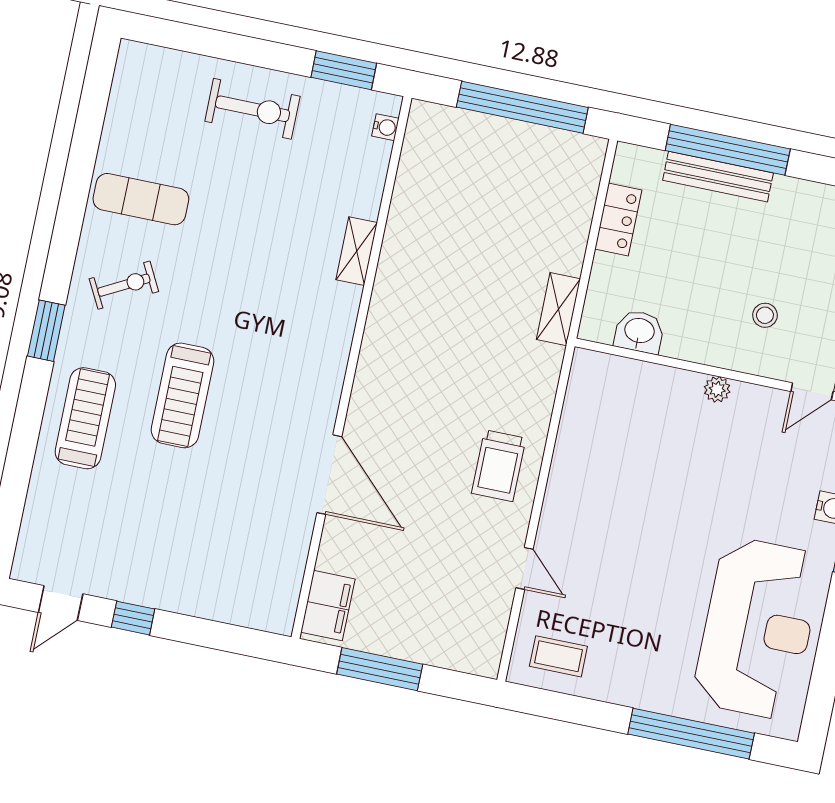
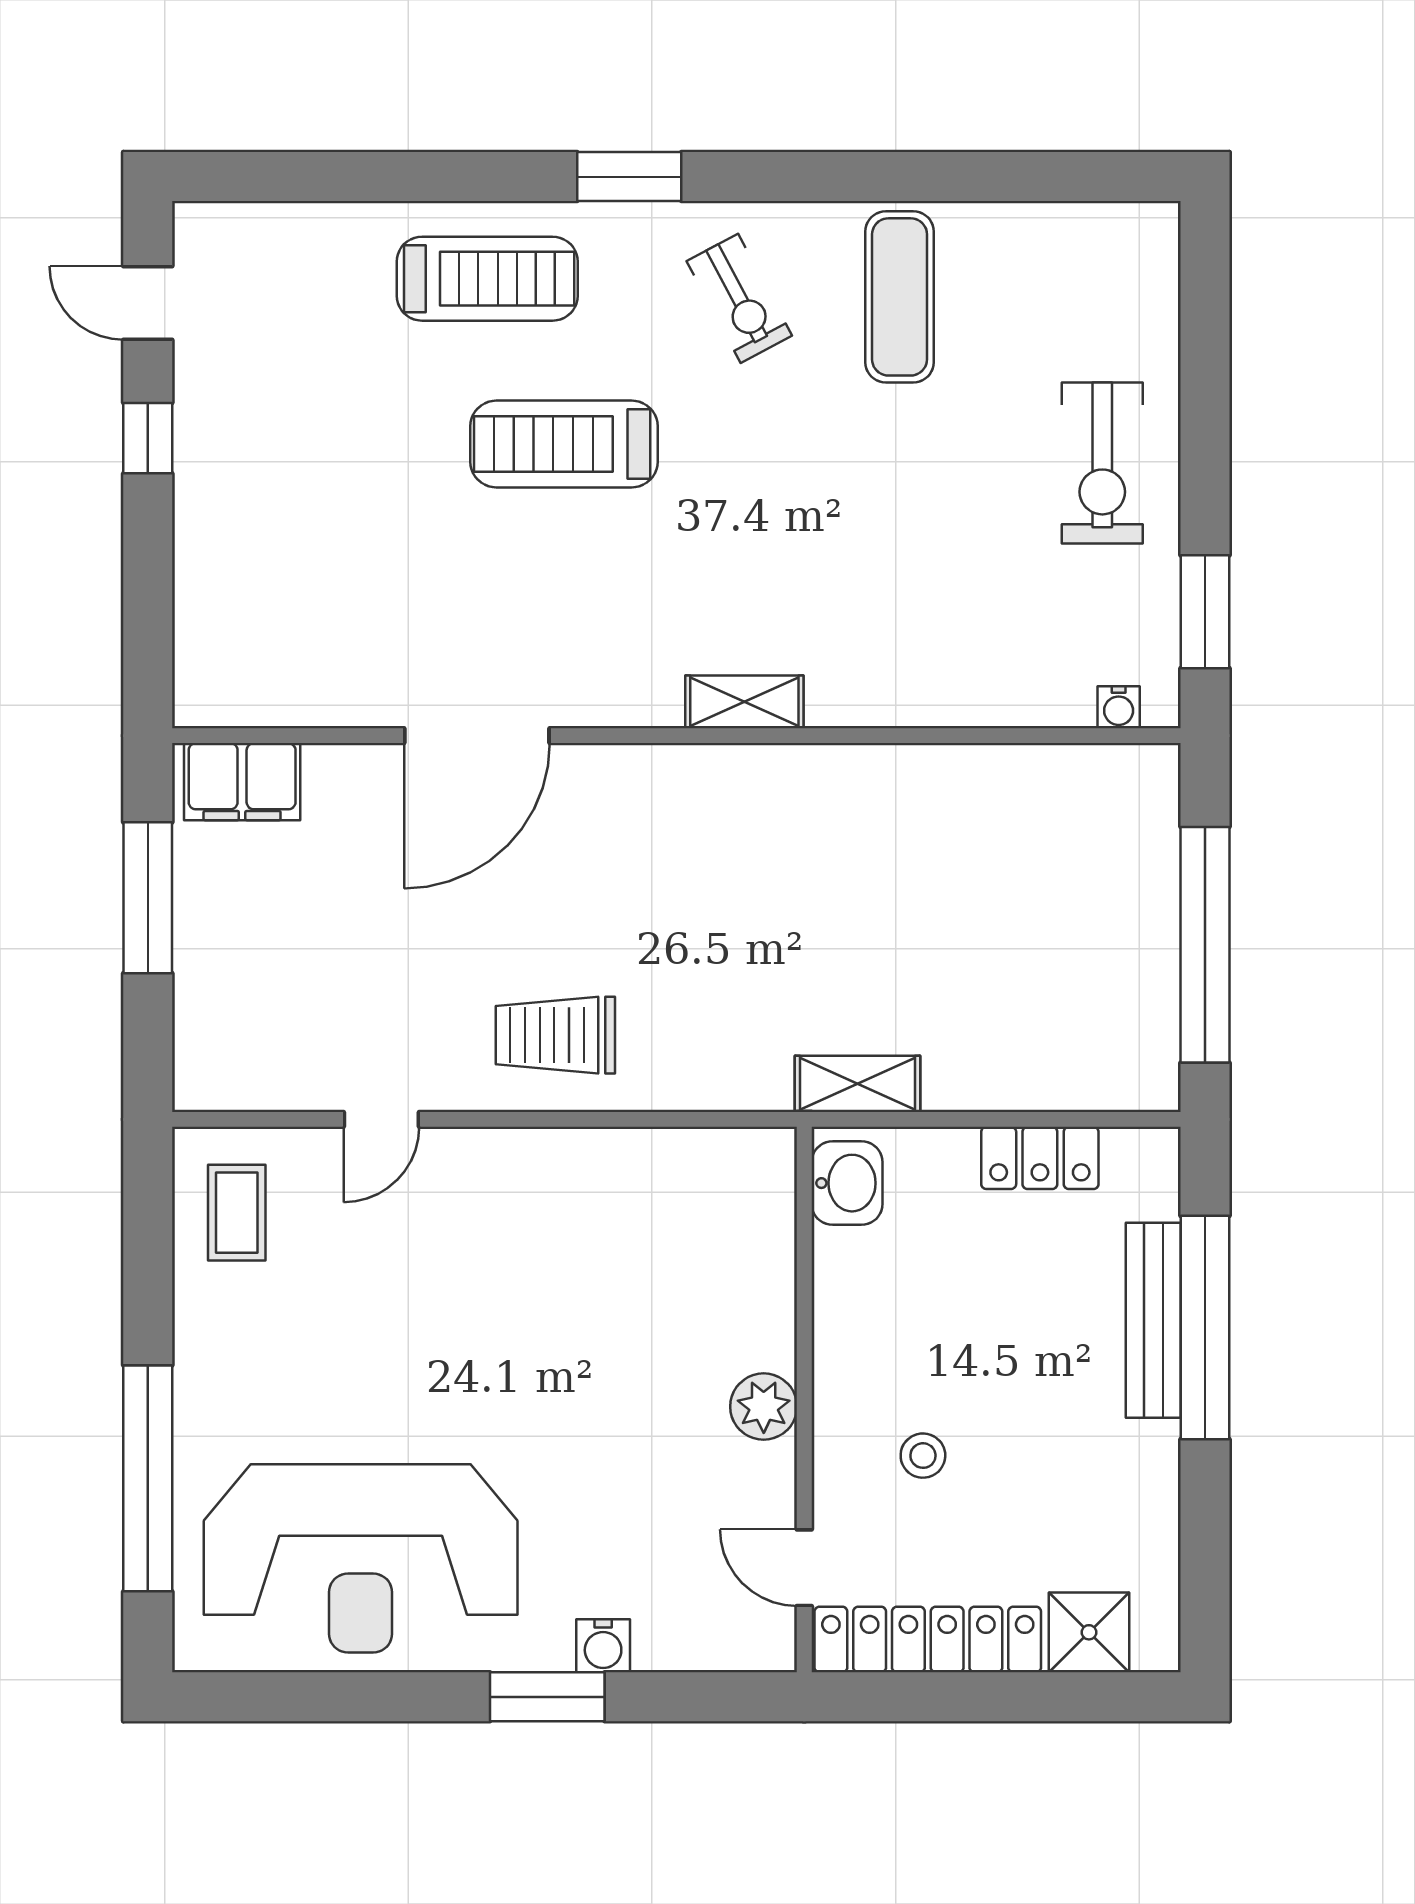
shelving: (357, 251) -> (744, 702), moved
washbasin: (639, 332) -> (847, 1183), moved
plant: (717, 389) -> (764, 1407), width x1.38, depth x1.38

